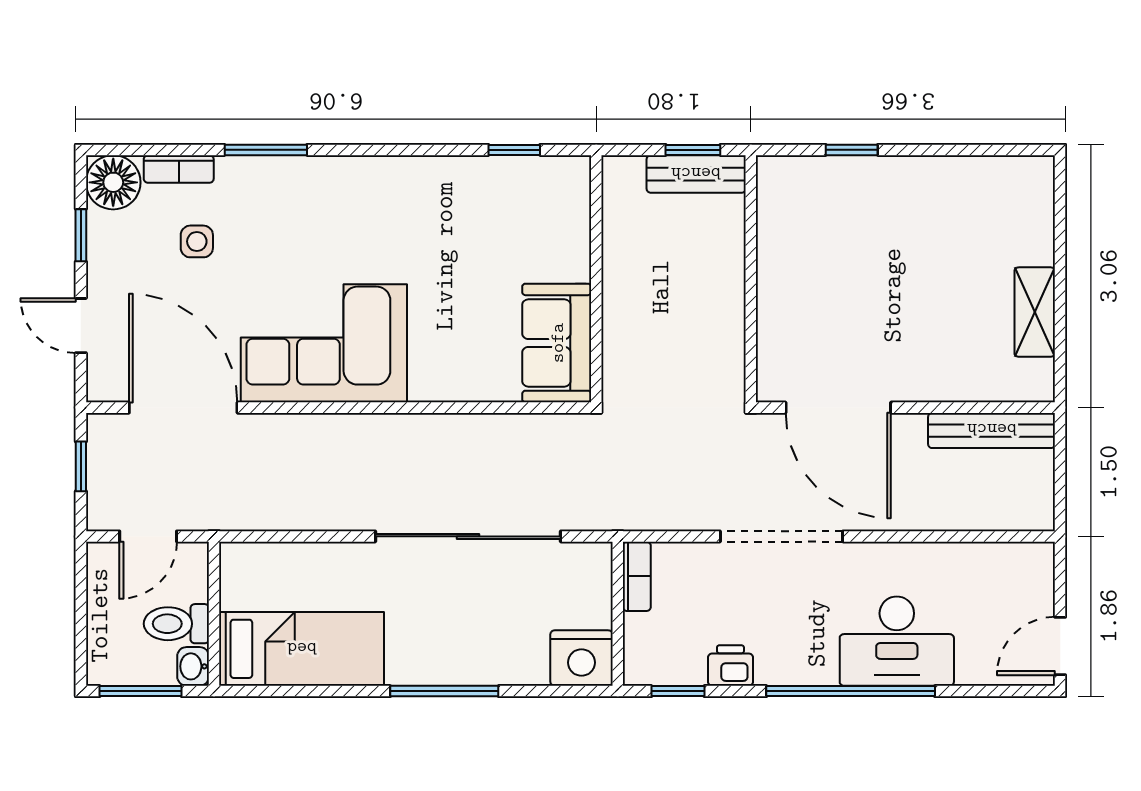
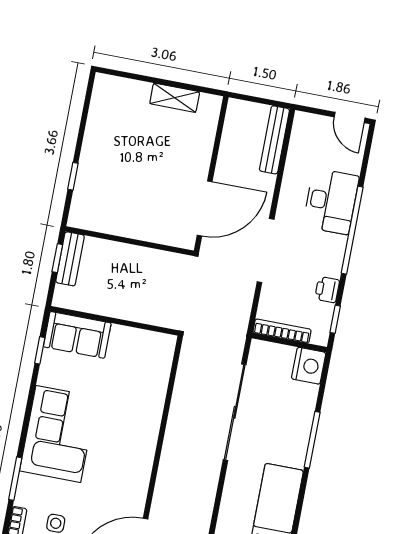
corner sofa: (324, 343) -> (58, 434), moved, turned 180
sofa: (557, 343) -> (77, 335), moved
bench: (992, 430) -> (274, 140), moved
bookcase: (637, 576) -> (282, 331), width x1.56

